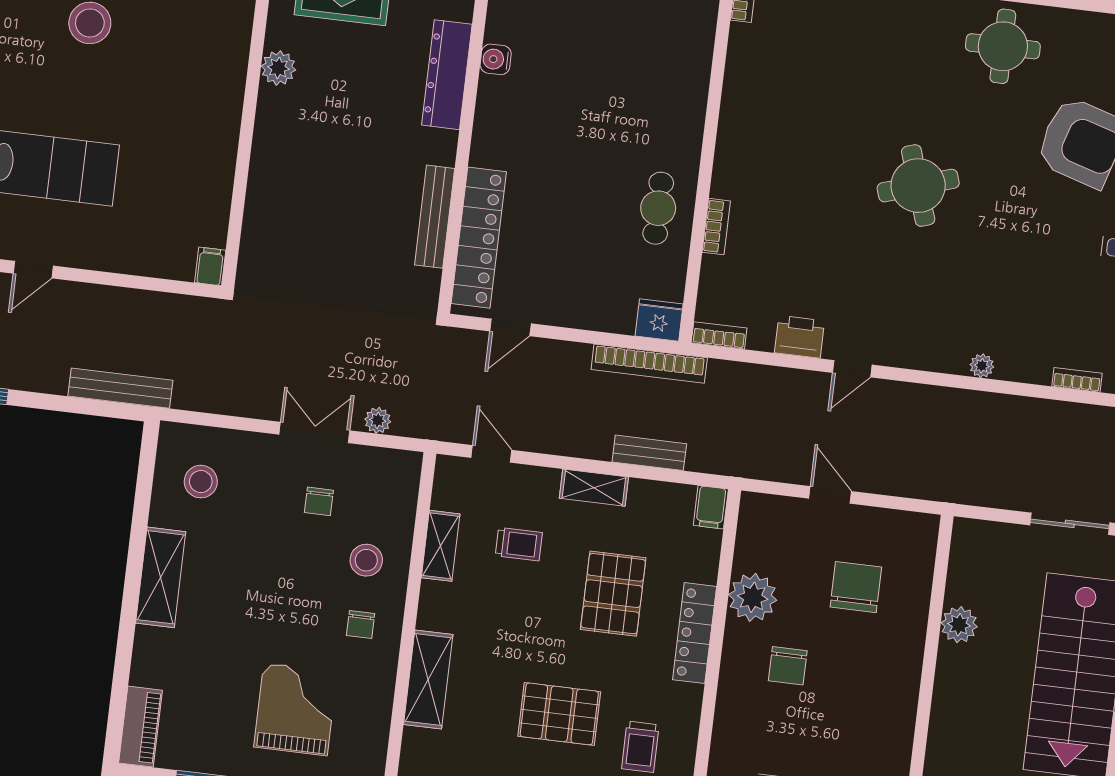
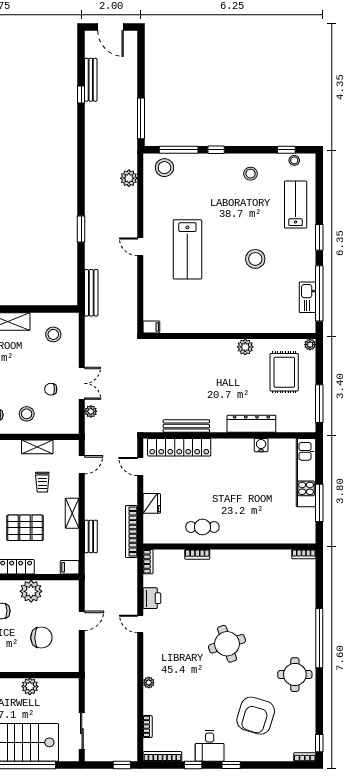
fridge: (659, 320) -> (152, 503), moved

